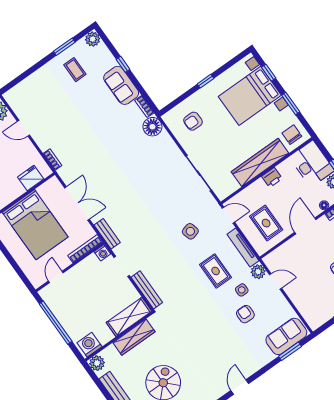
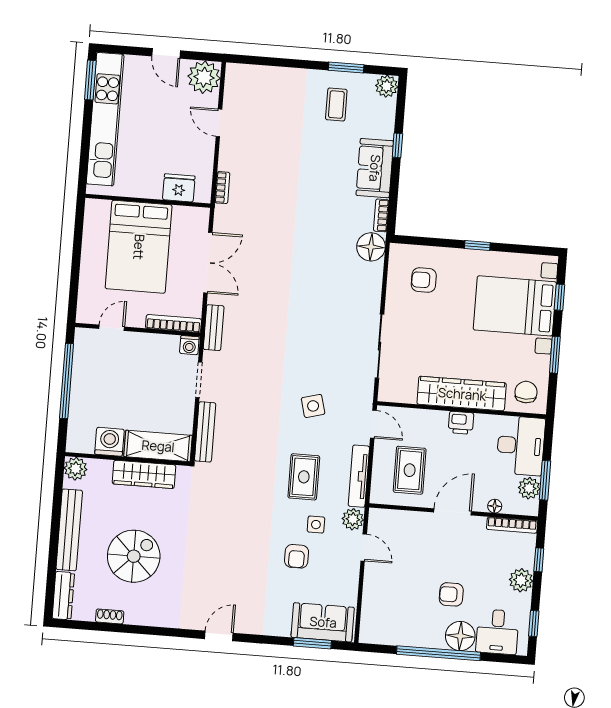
armchair: (245, 314) -> (297, 556), turned 180
washing machine: (89, 345) -> (109, 442), moved

